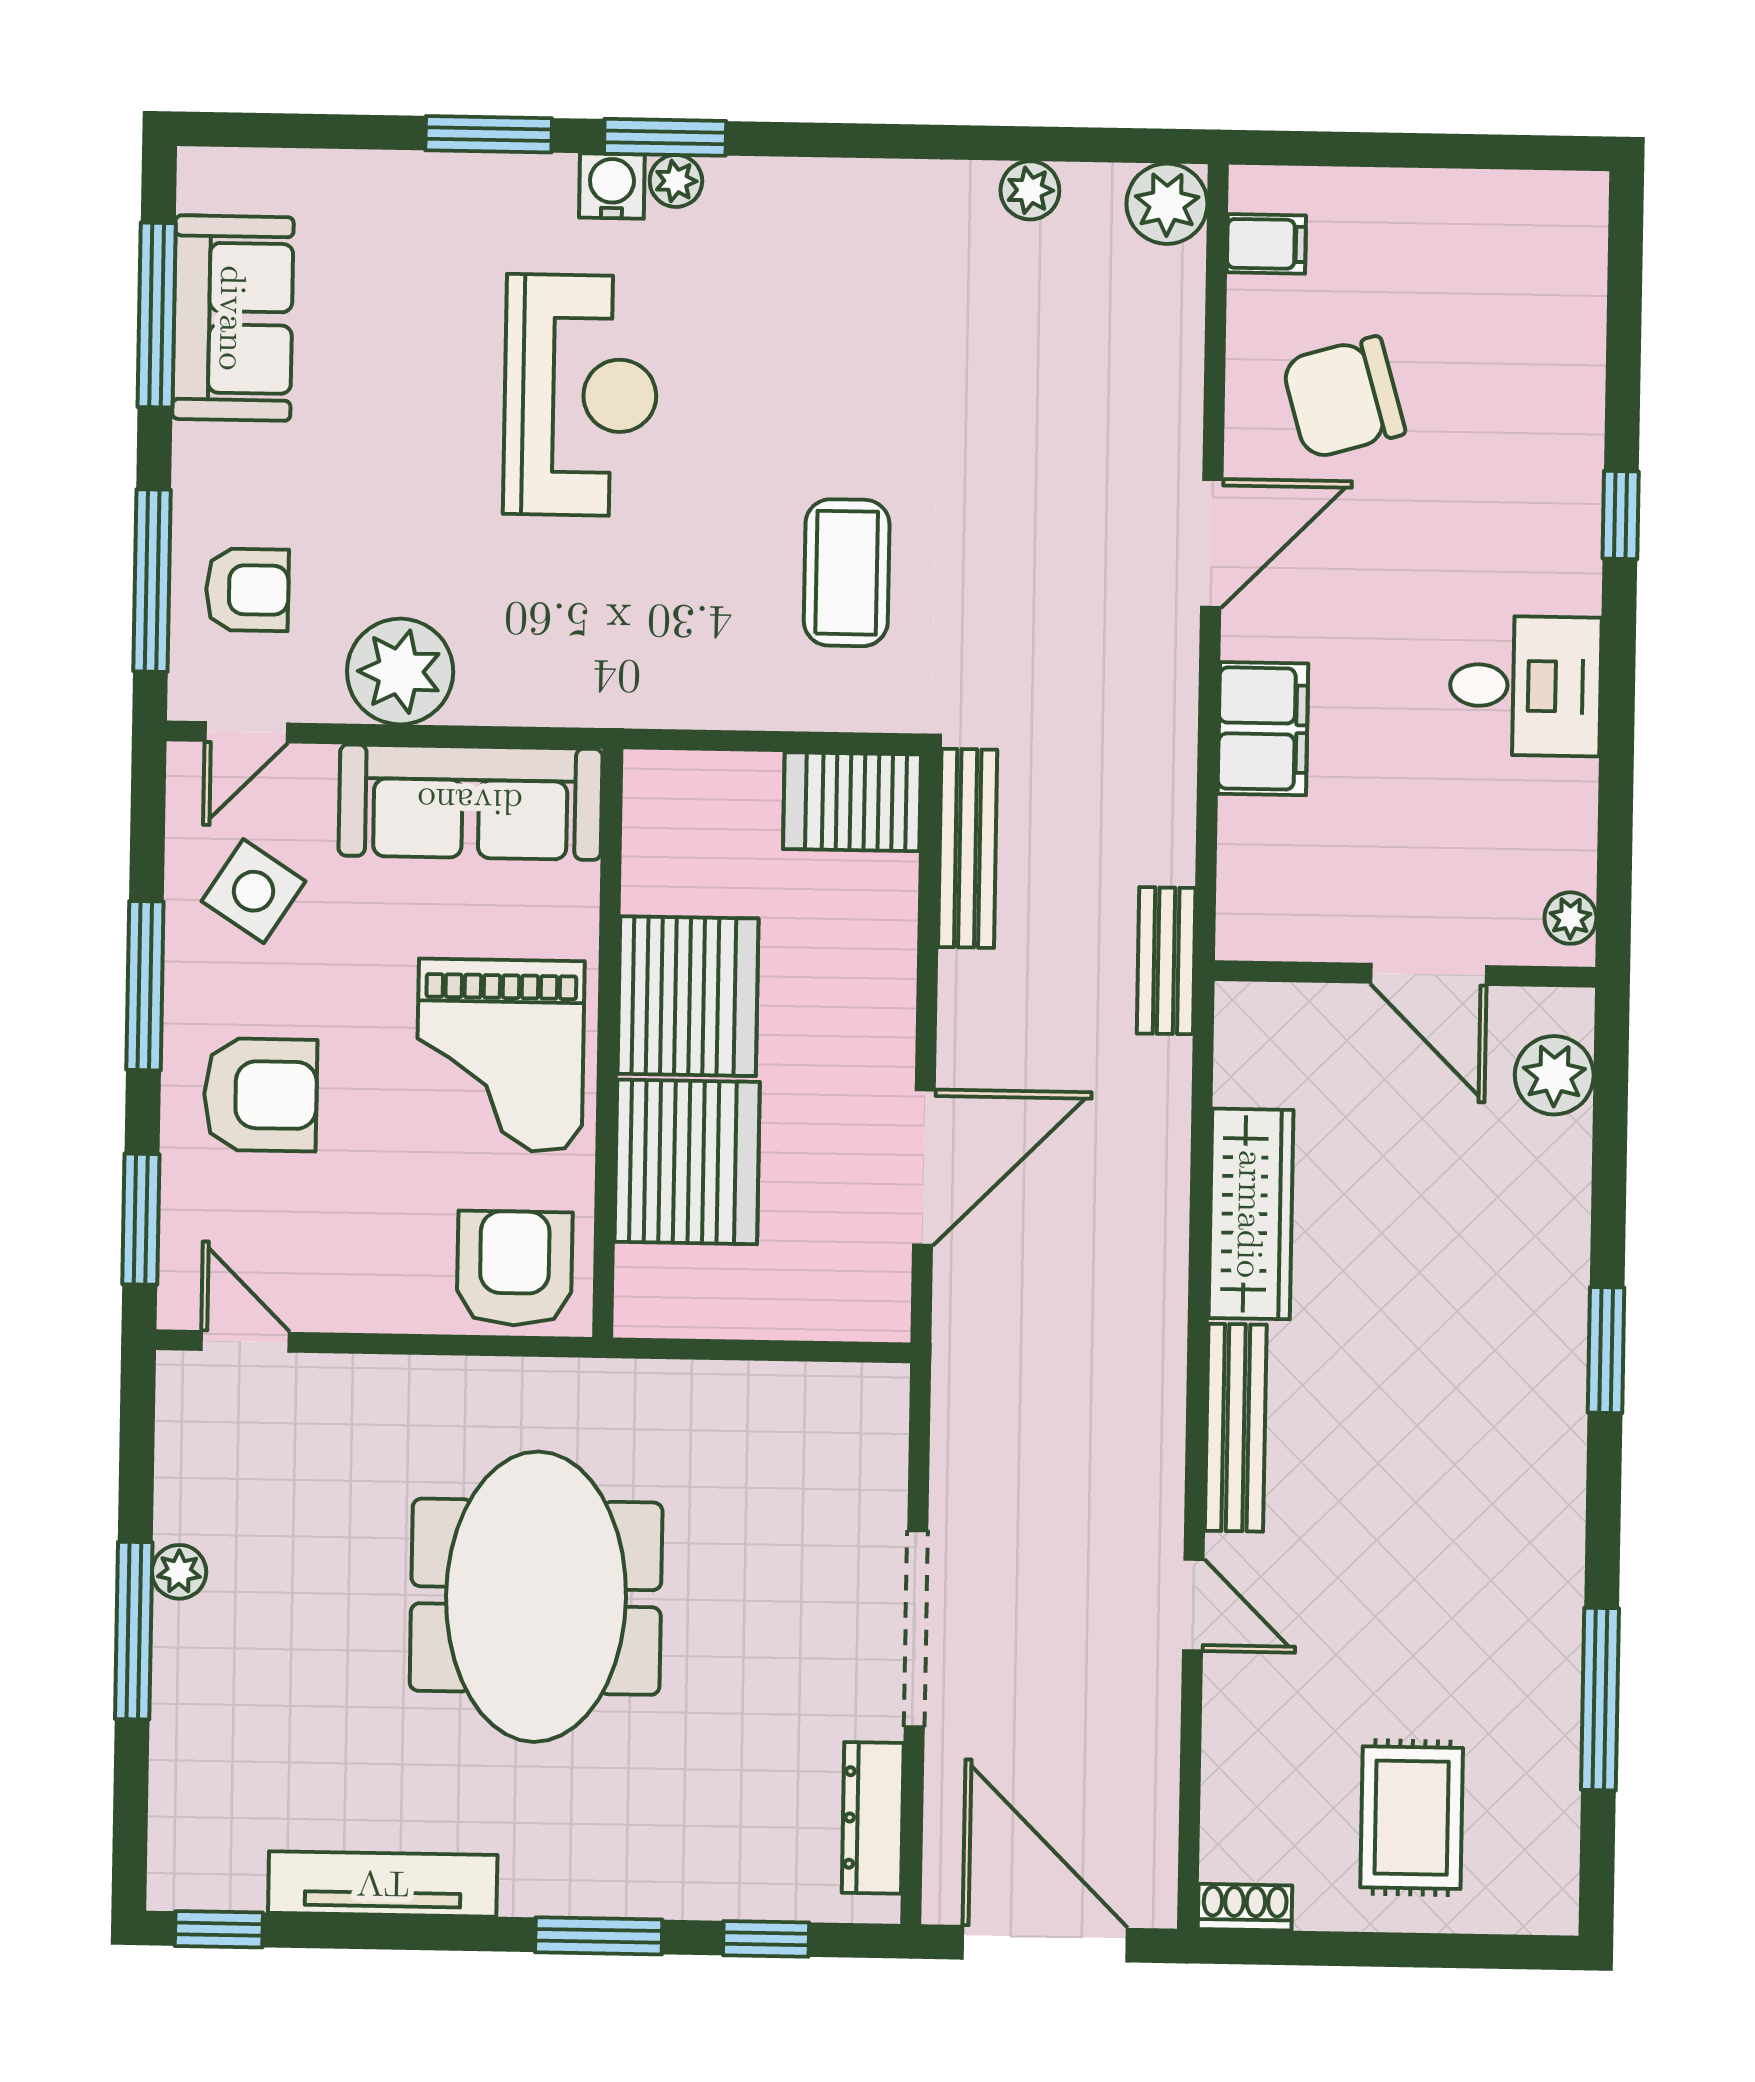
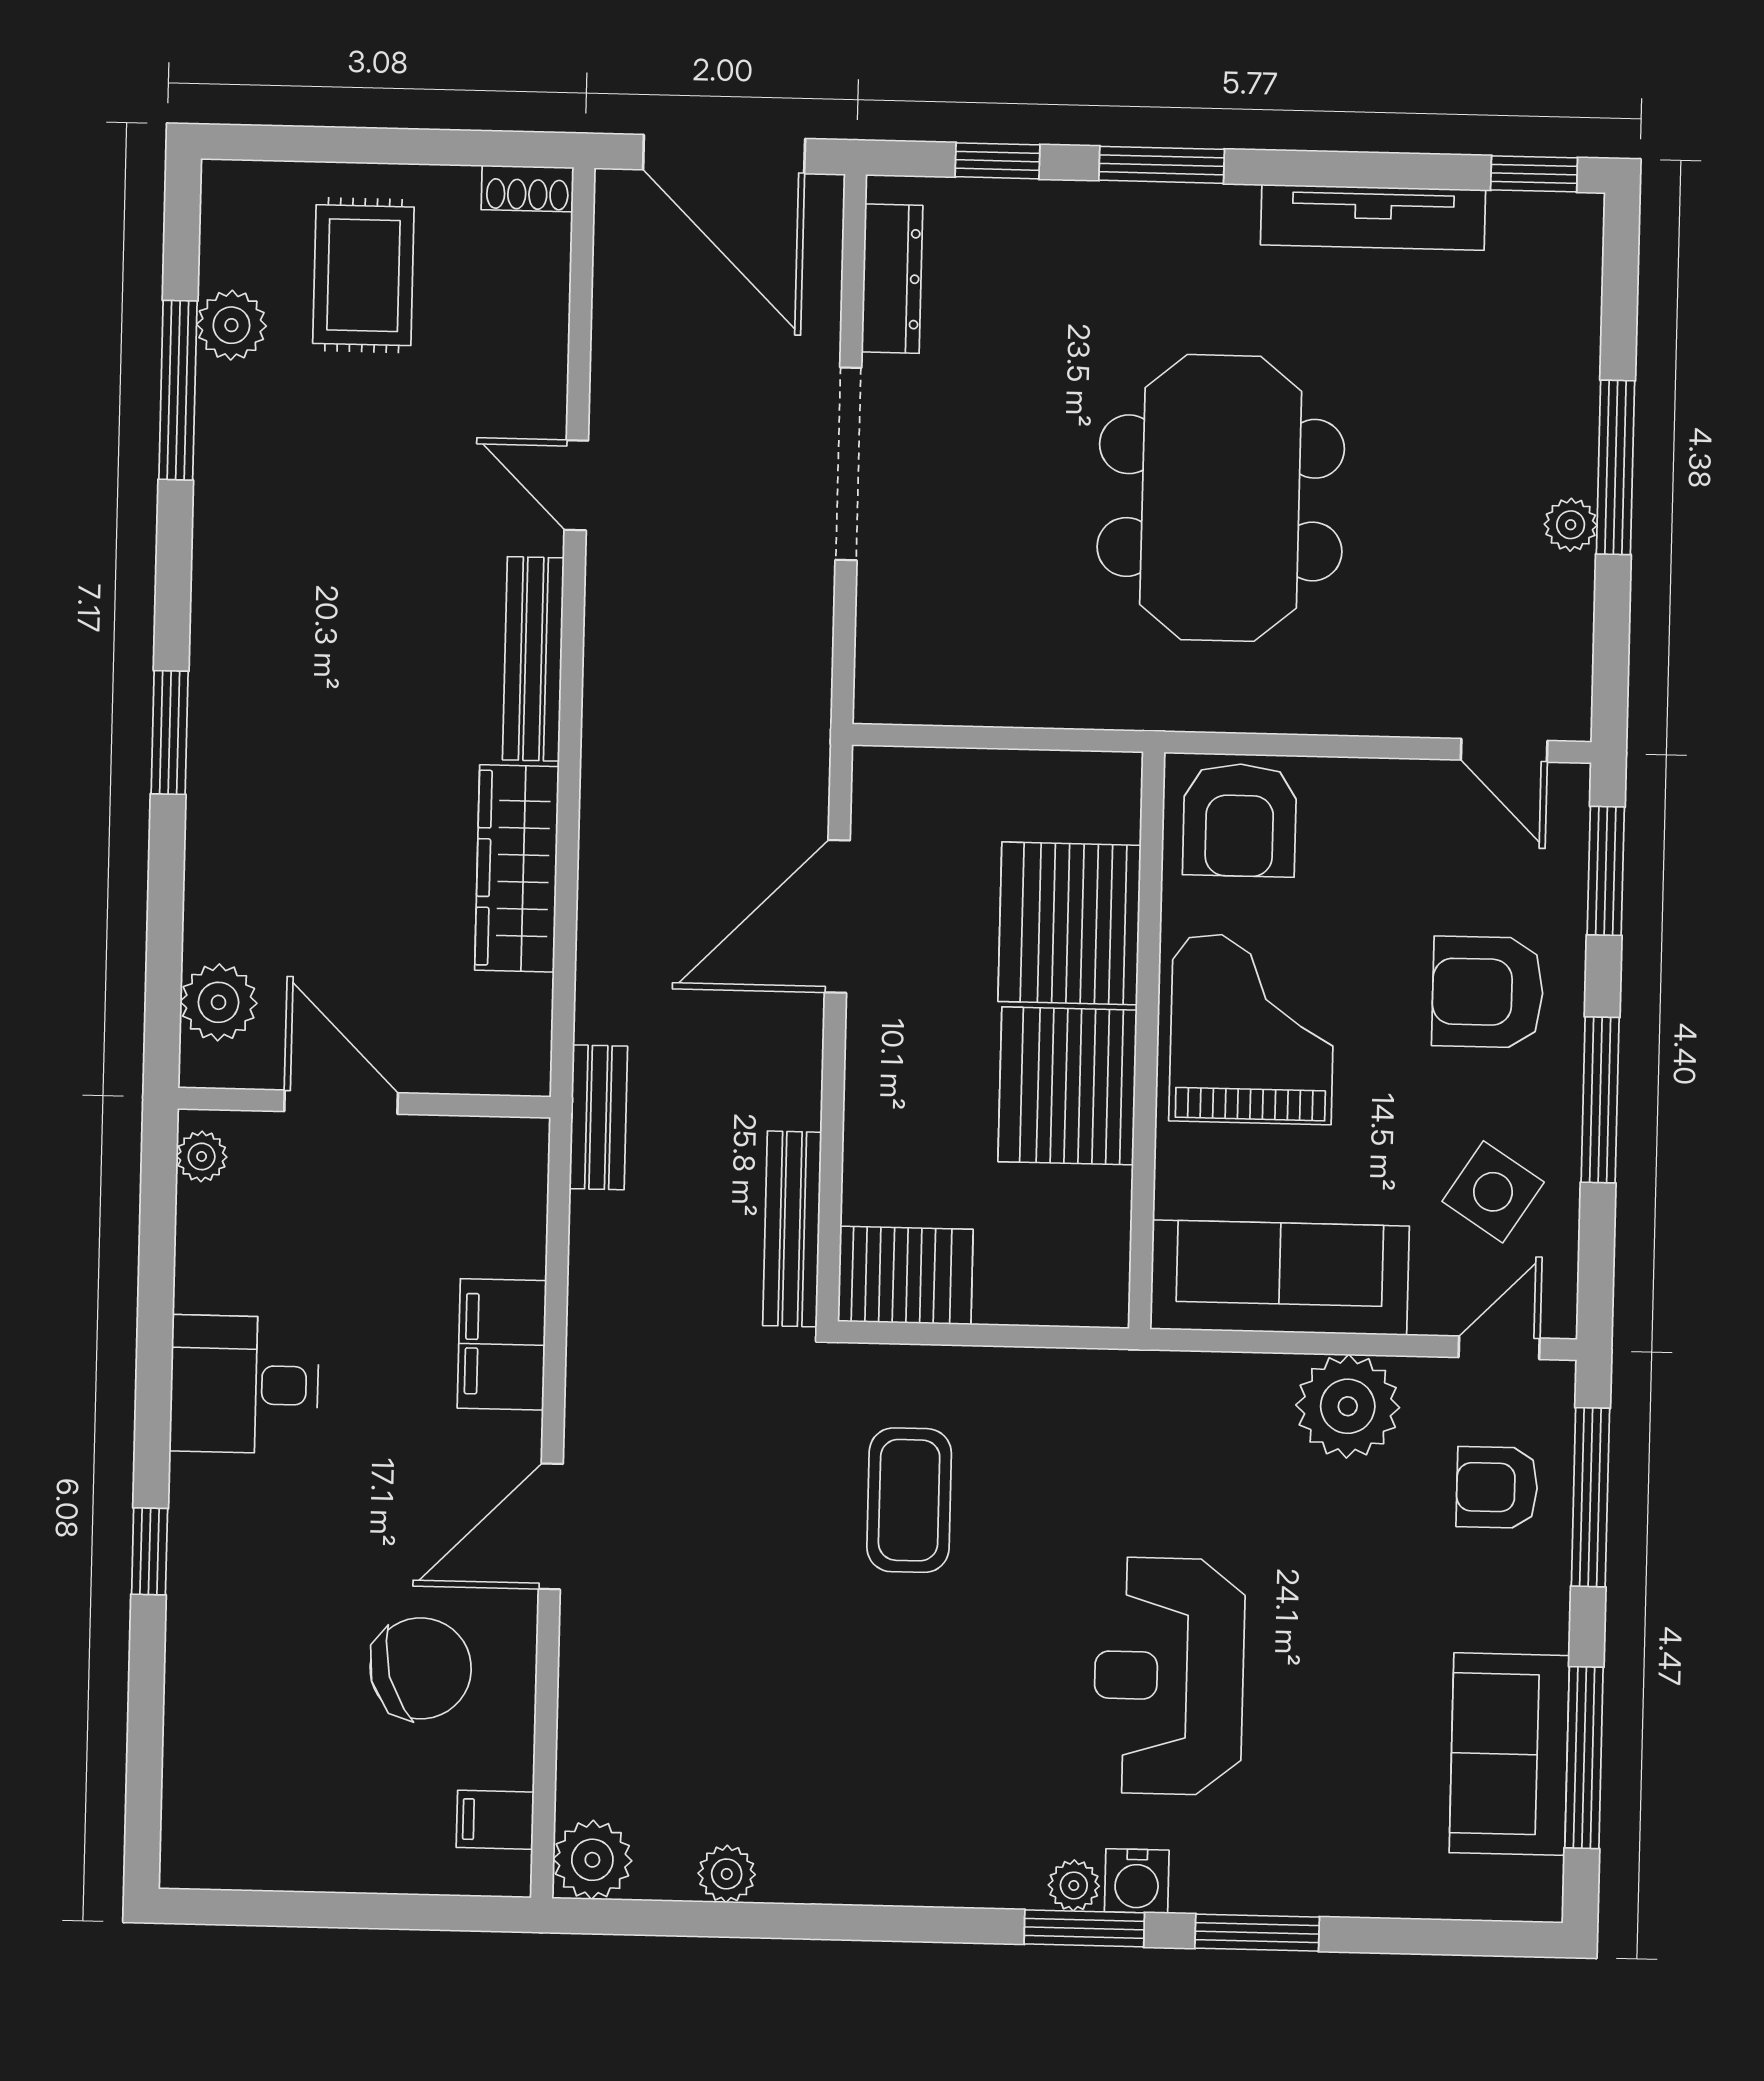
plant: (1546, 1766) -> (231, 325), added

